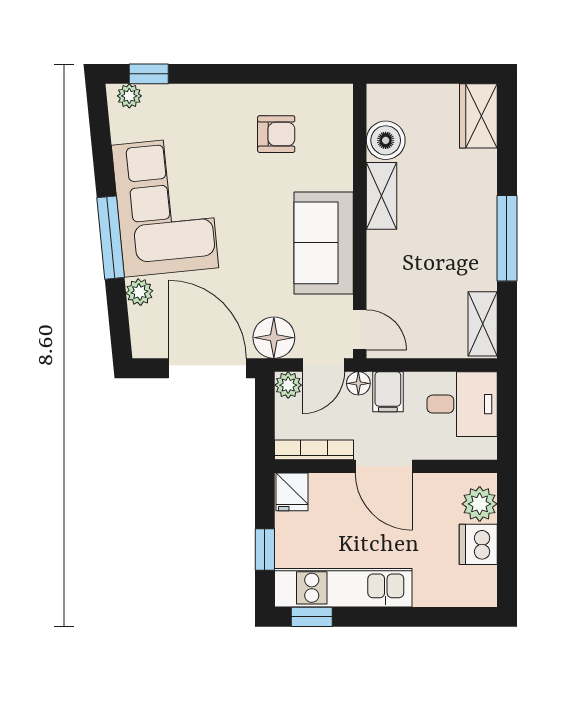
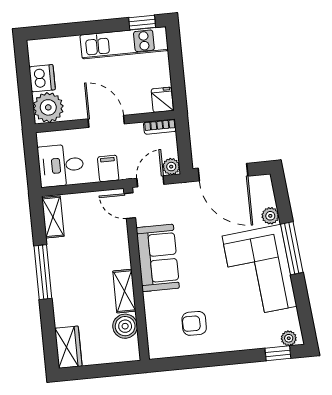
floor lamp: (274, 338) -> (183, 195), removed
floor lamp: (358, 383) -> (127, 172), removed
bookcase: (314, 450) -> (160, 127), width x0.64
plant: (480, 504) -> (48, 107), width x1.36, depth x1.36
window: (265, 549) -> (176, 62), removed

